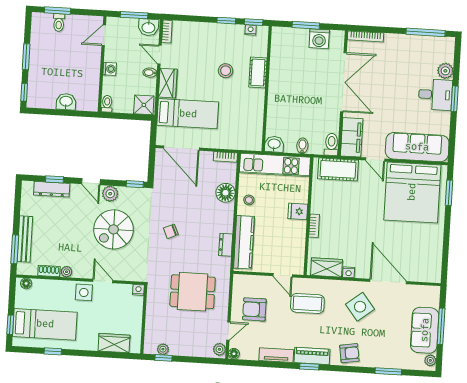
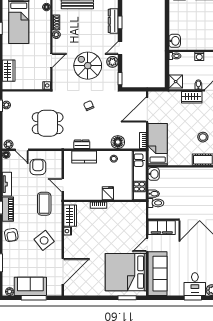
washbasin: (66, 102) -> (175, 41), moved
bed: (188, 114) -> (158, 144), moved, turned 180
toilet: (331, 144) -> (156, 203), moved
cot: (338, 169) -> (139, 219), removed
kitchen counter: (244, 242) -> (84, 157), width x0.67
door: (283, 275) -> (63, 185), hinge flipped
door: (388, 282) -> (63, 271), moved
side table: (84, 292) -> (43, 48), removed
dining table: (193, 292) -> (48, 123), turned 90

